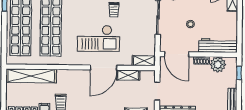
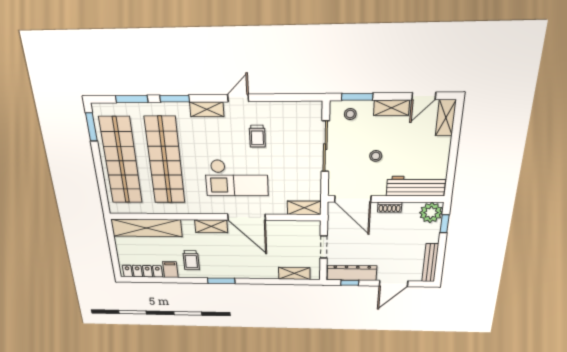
plant: (218, 65) -> (431, 213), moved
door: (104, 68) -> (246, 217), hinge flipped
shelving: (128, 75) -> (211, 226), moved

